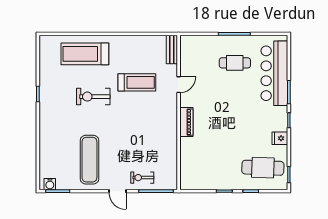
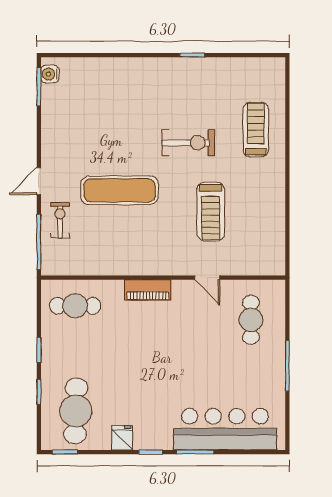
bench: (172, 49) -> (263, 267), removed
treadmill: (85, 54) -> (256, 130), width x0.73, depth x0.73
cafe table: (235, 63) -> (251, 320), moved
exercise bike: (93, 97) -> (188, 143), turned 90
exercise mat: (89, 160) -> (120, 190), moved
cafe table: (196, 168) -> (75, 306), added

